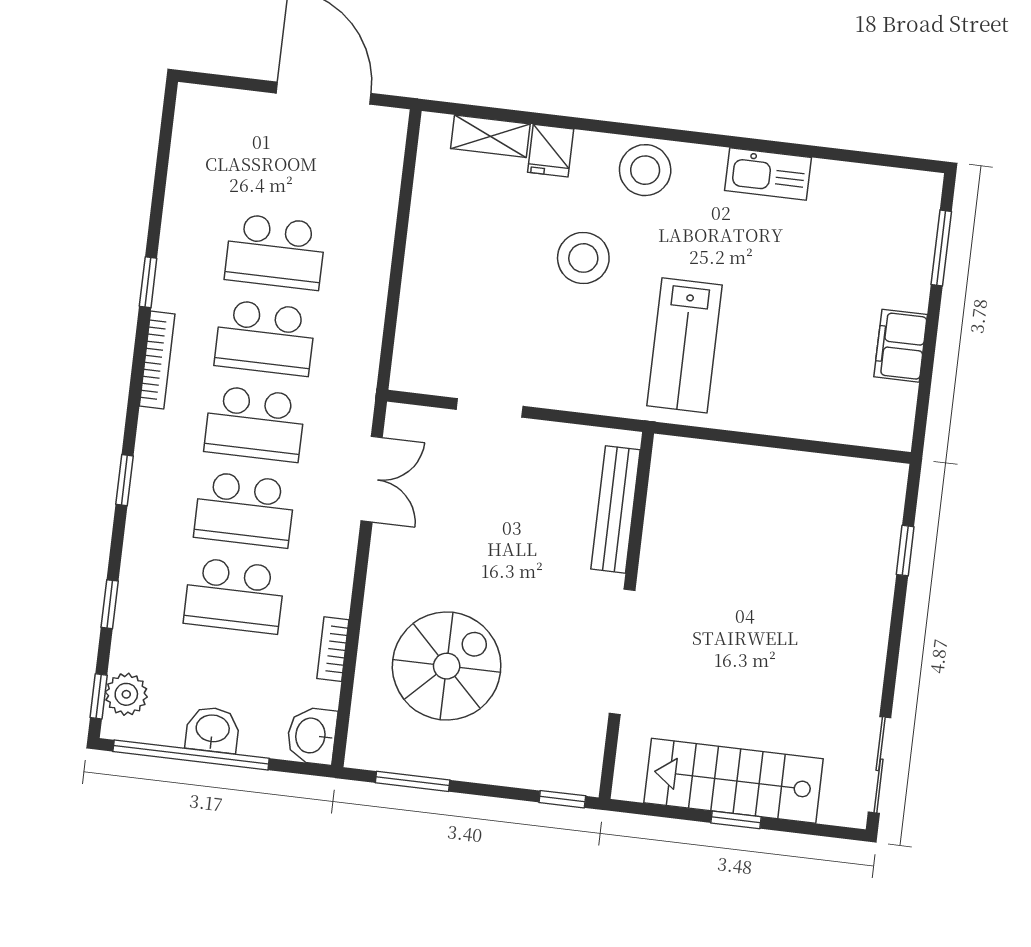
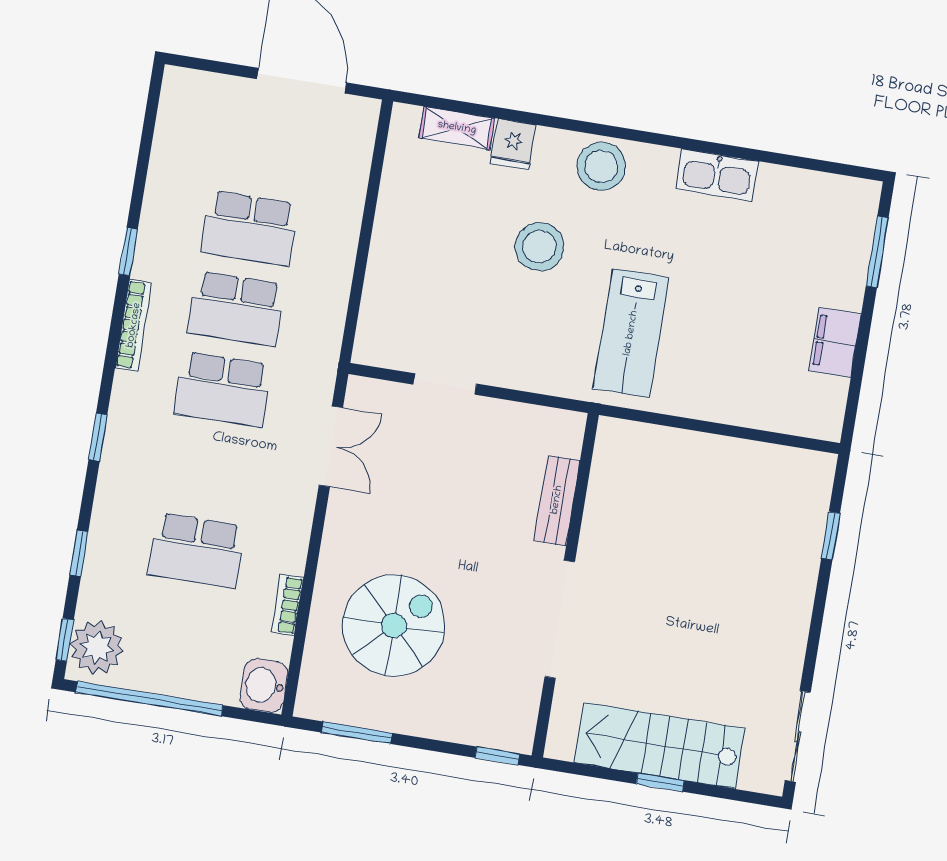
bench: (616, 509) -> (557, 500), width x0.73
school desk: (244, 510) -> (210, 470), removed
plant: (126, 694) -> (97, 647), width x1.36, depth x1.36
washbasin: (213, 730) -> (171, 676), removed

